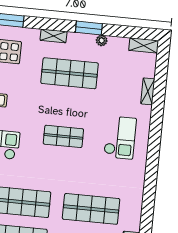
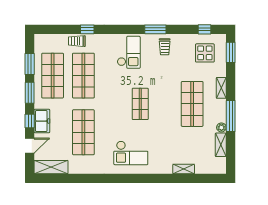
window: (89, 28) -> (231, 116), width x1.44
shelving: (144, 45) -> (221, 145), moved
checkout: (120, 138) -> (131, 153), moved

